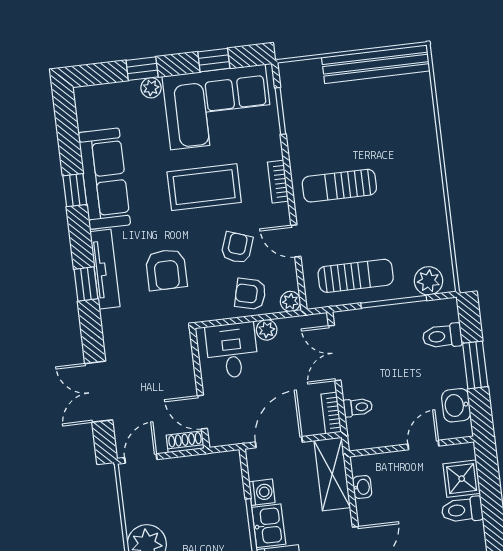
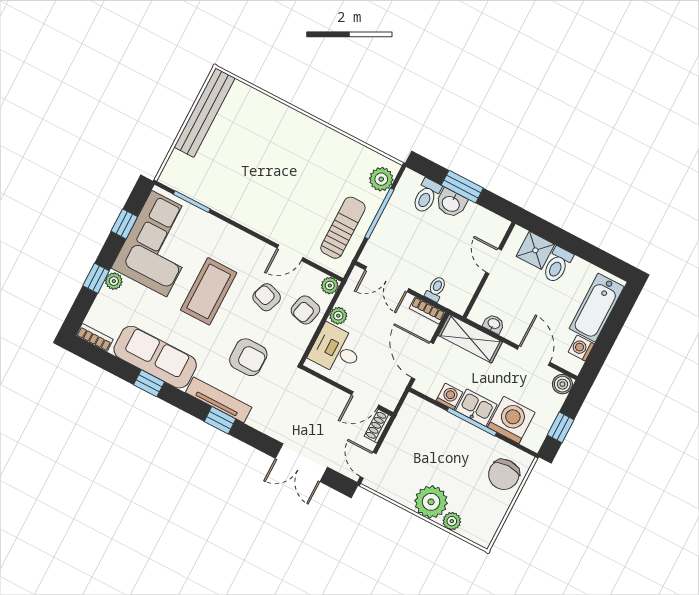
bookcase: (278, 182) -> (95, 337), moved, turned 180
sun lounger: (339, 186) -> (272, 196), removed
washbasin: (456, 405) -> (451, 203), moved

